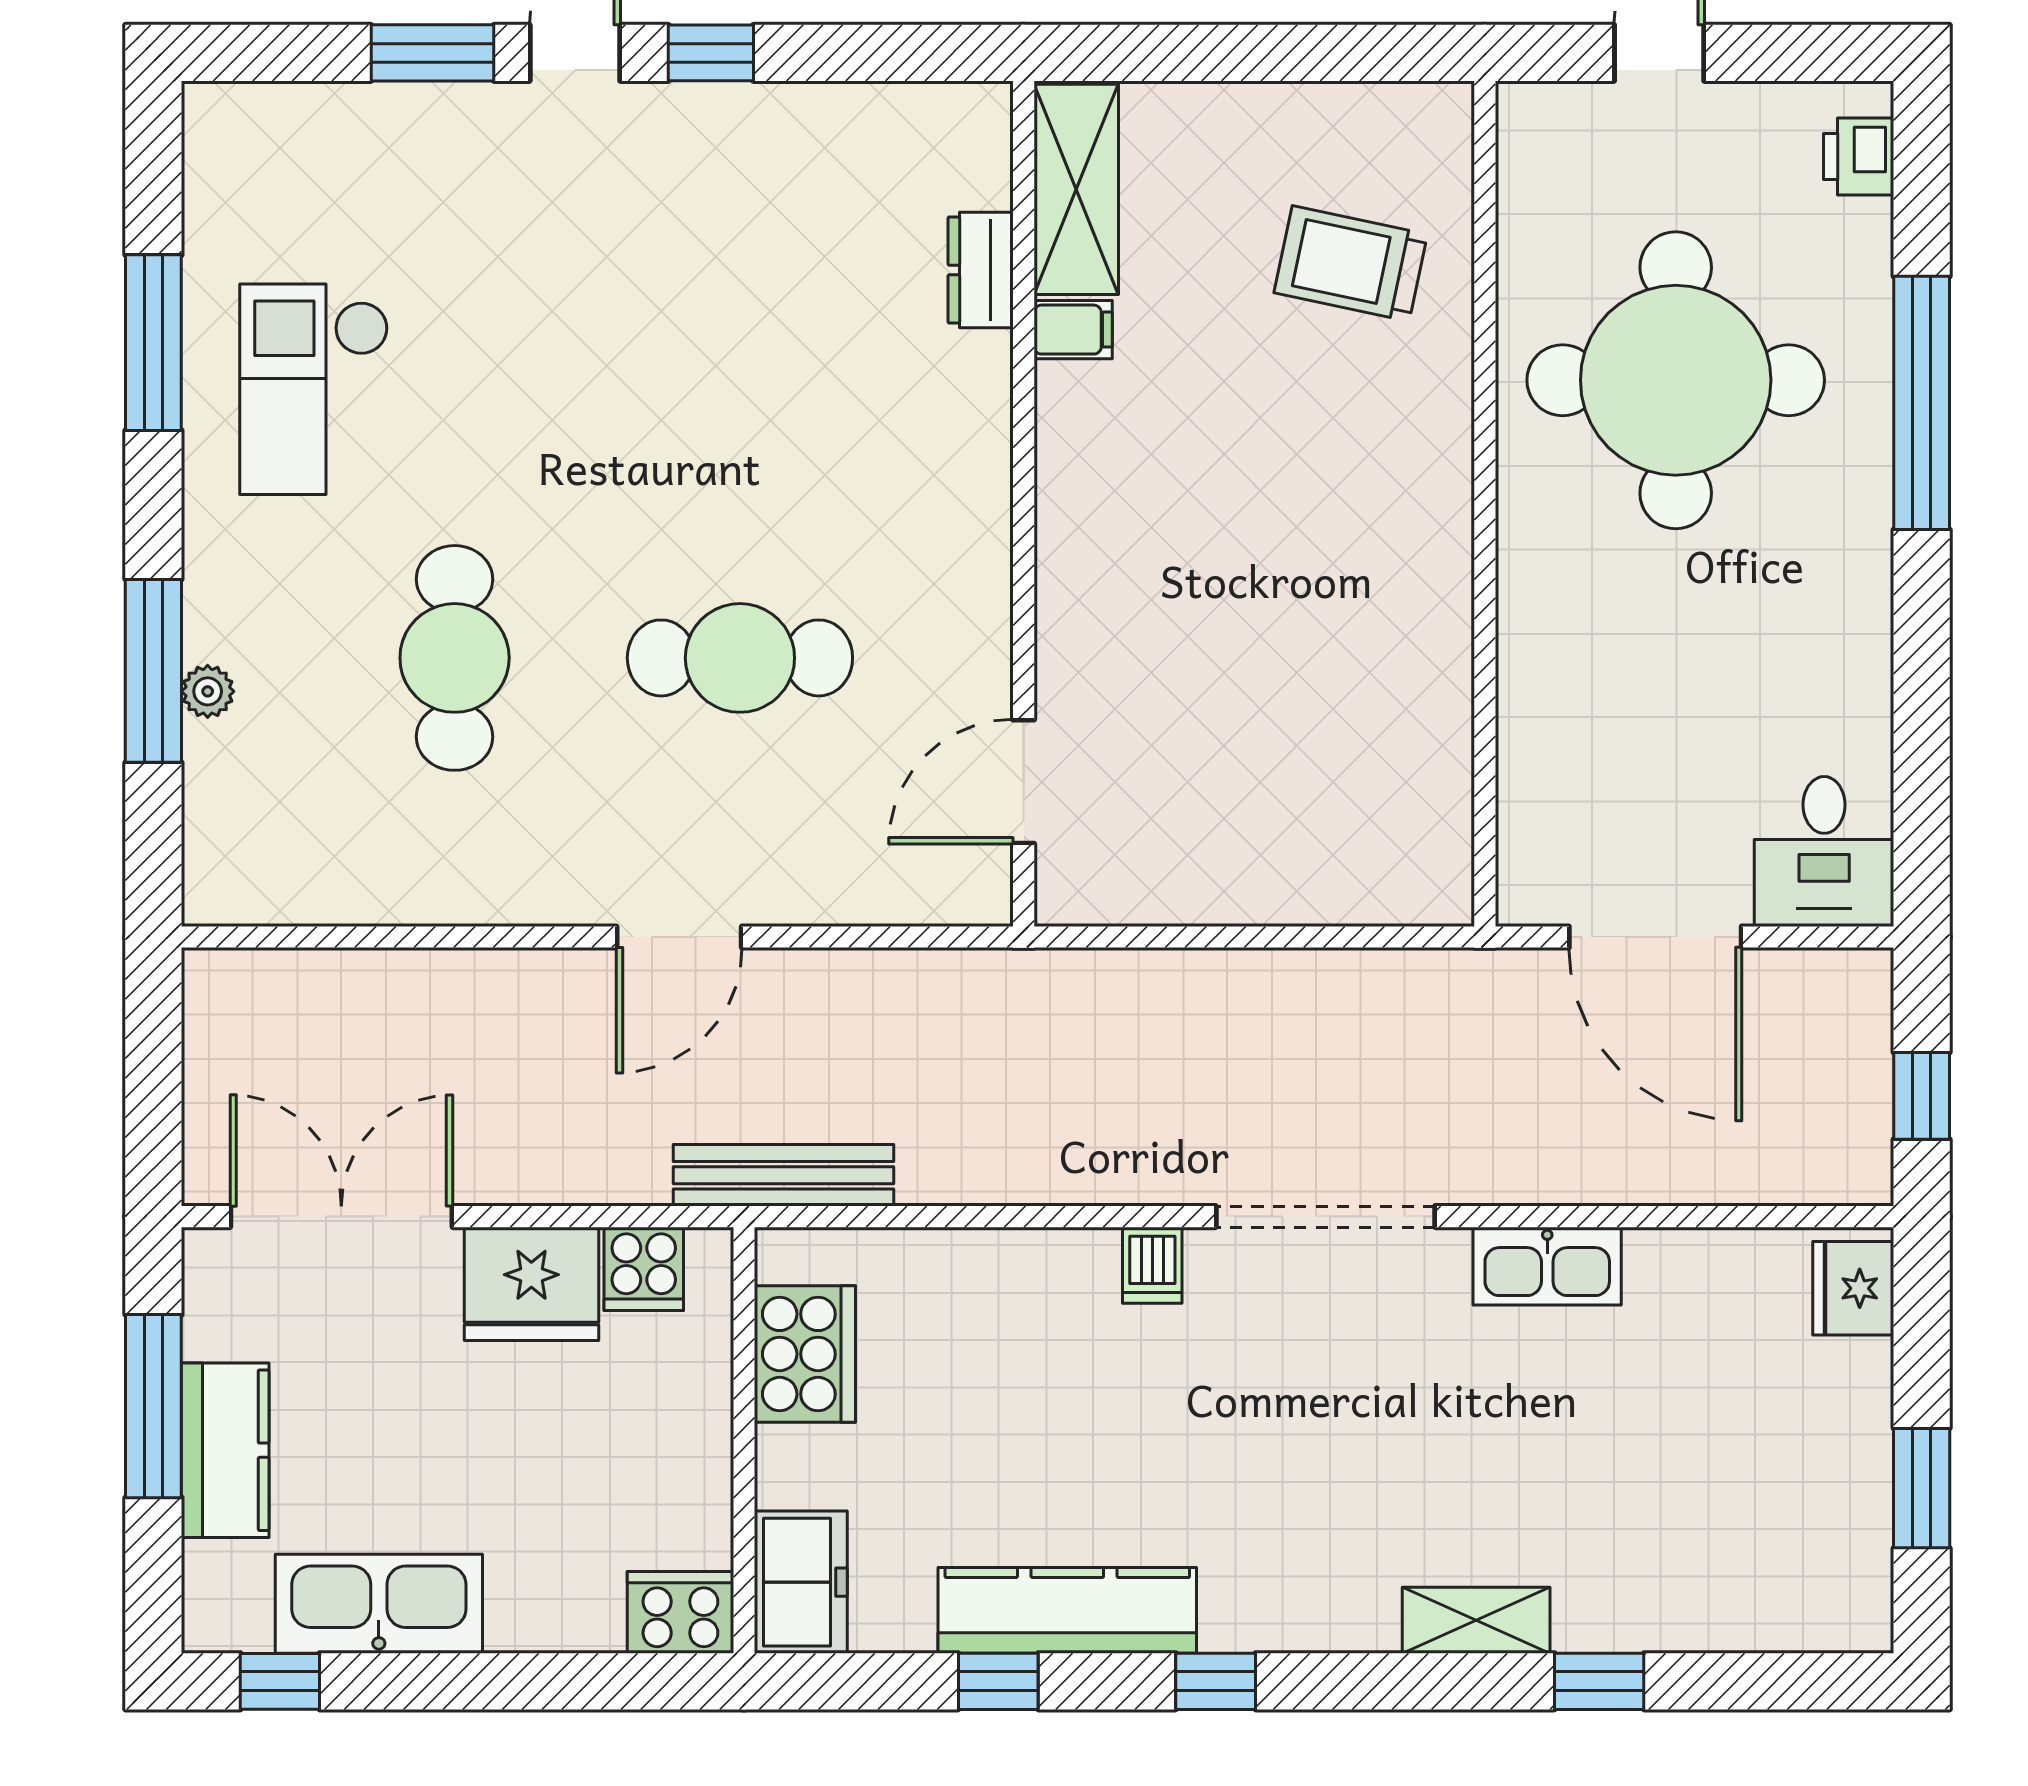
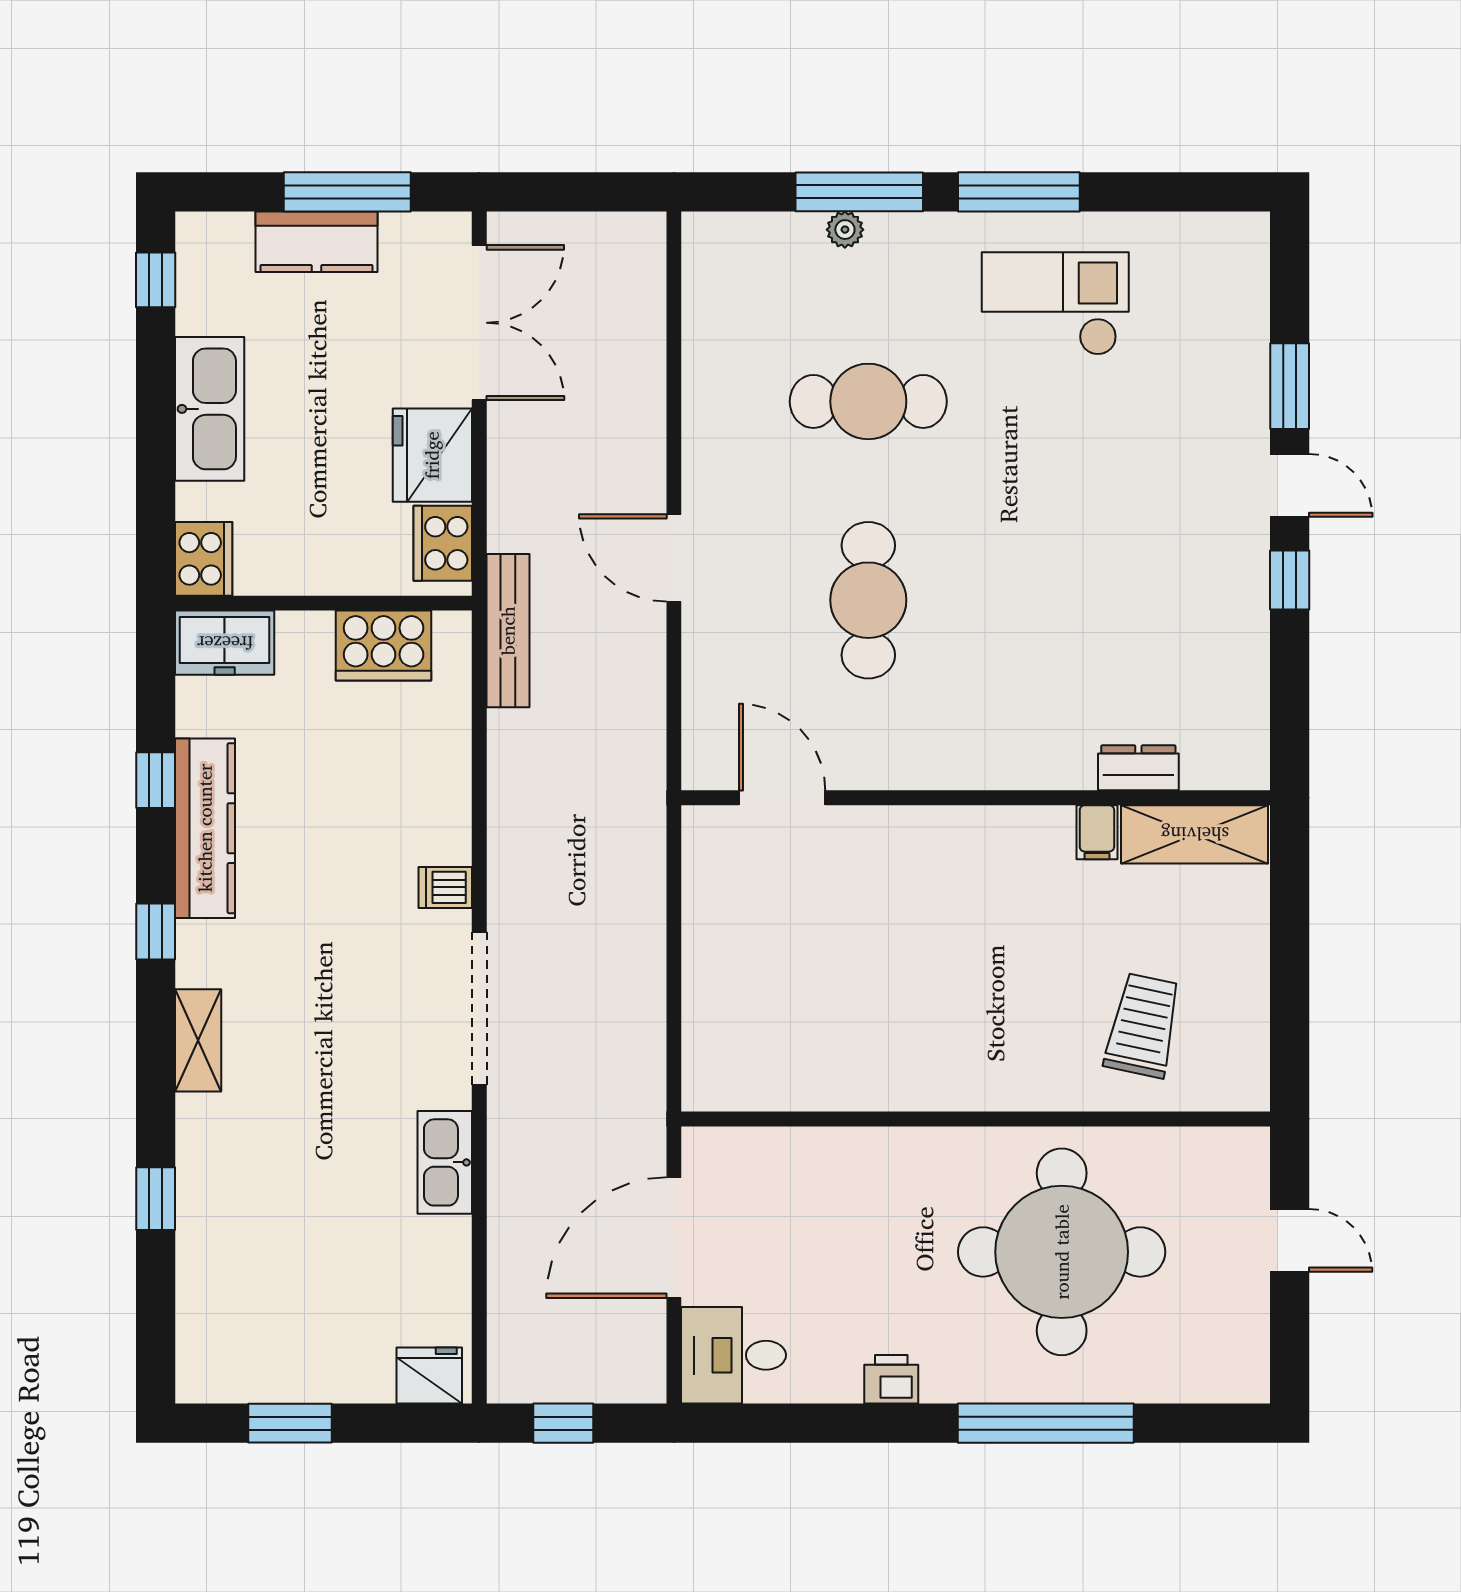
printer: (1859, 156) -> (891, 1379), moved
window: (153, 343) -> (1019, 192), moved
cooker: (644, 1269) -> (443, 543), width x1.36
kitchen sink: (379, 1604) -> (210, 409), moved
shelving: (1476, 1620) -> (198, 1040), moved

